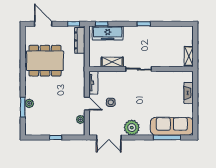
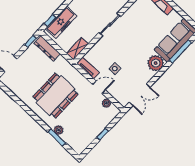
dining table: (45, 61) -> (55, 96), moved
shelving: (112, 62) -> (77, 48), moved
plant: (132, 128) -> (156, 63), moved

